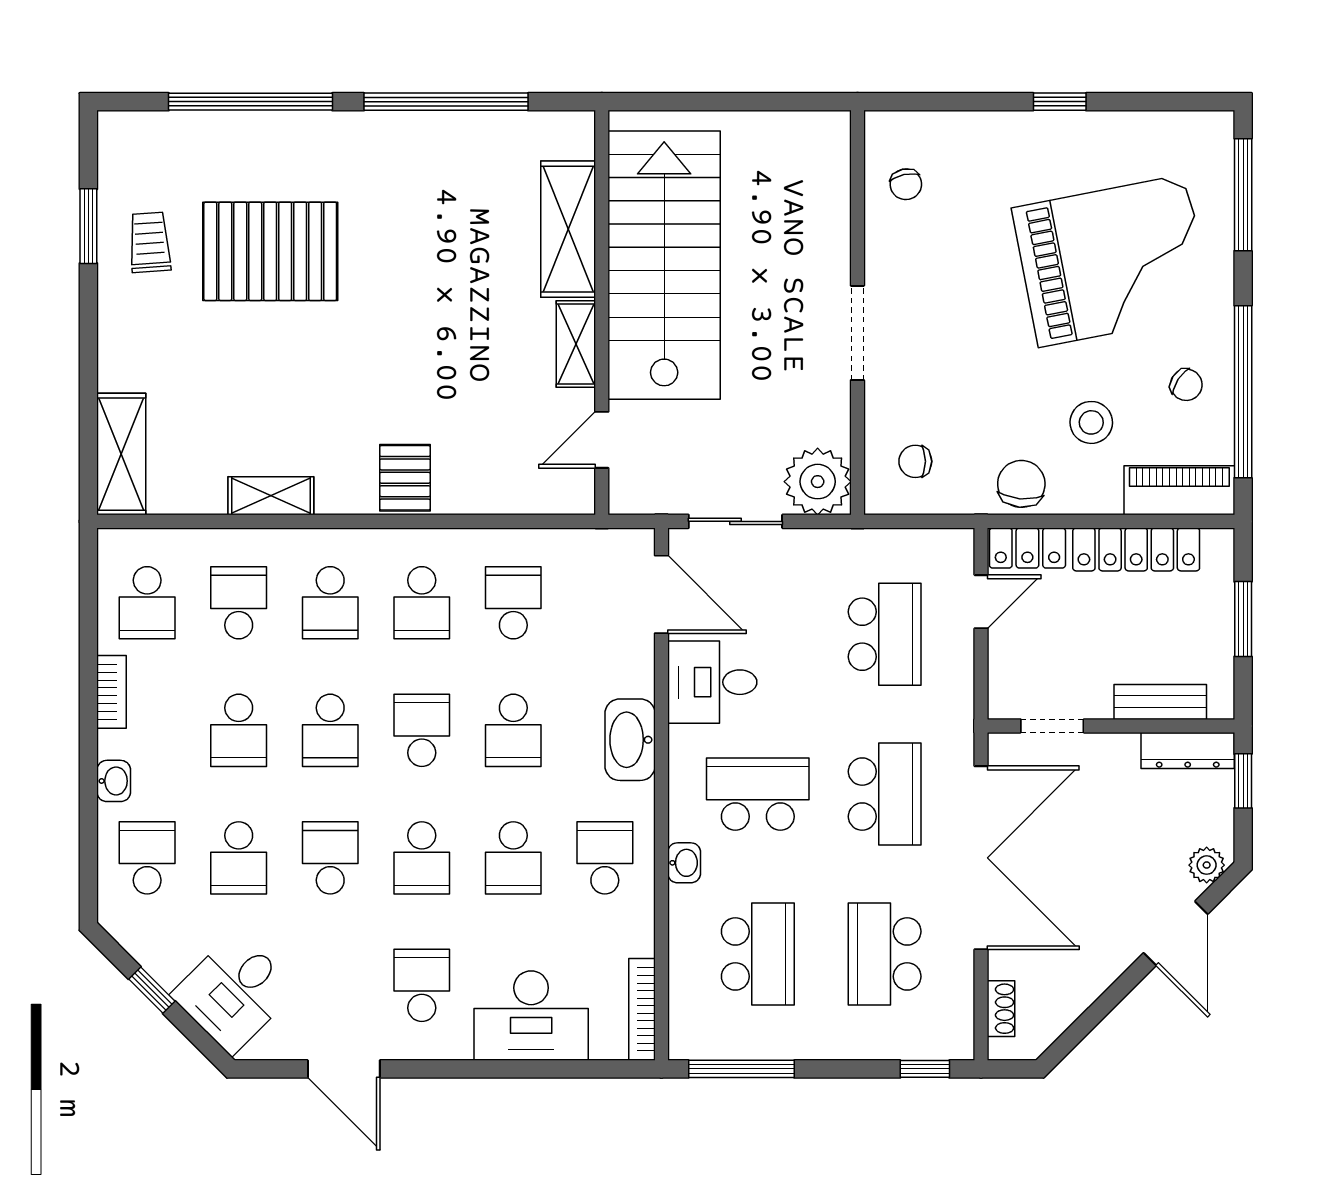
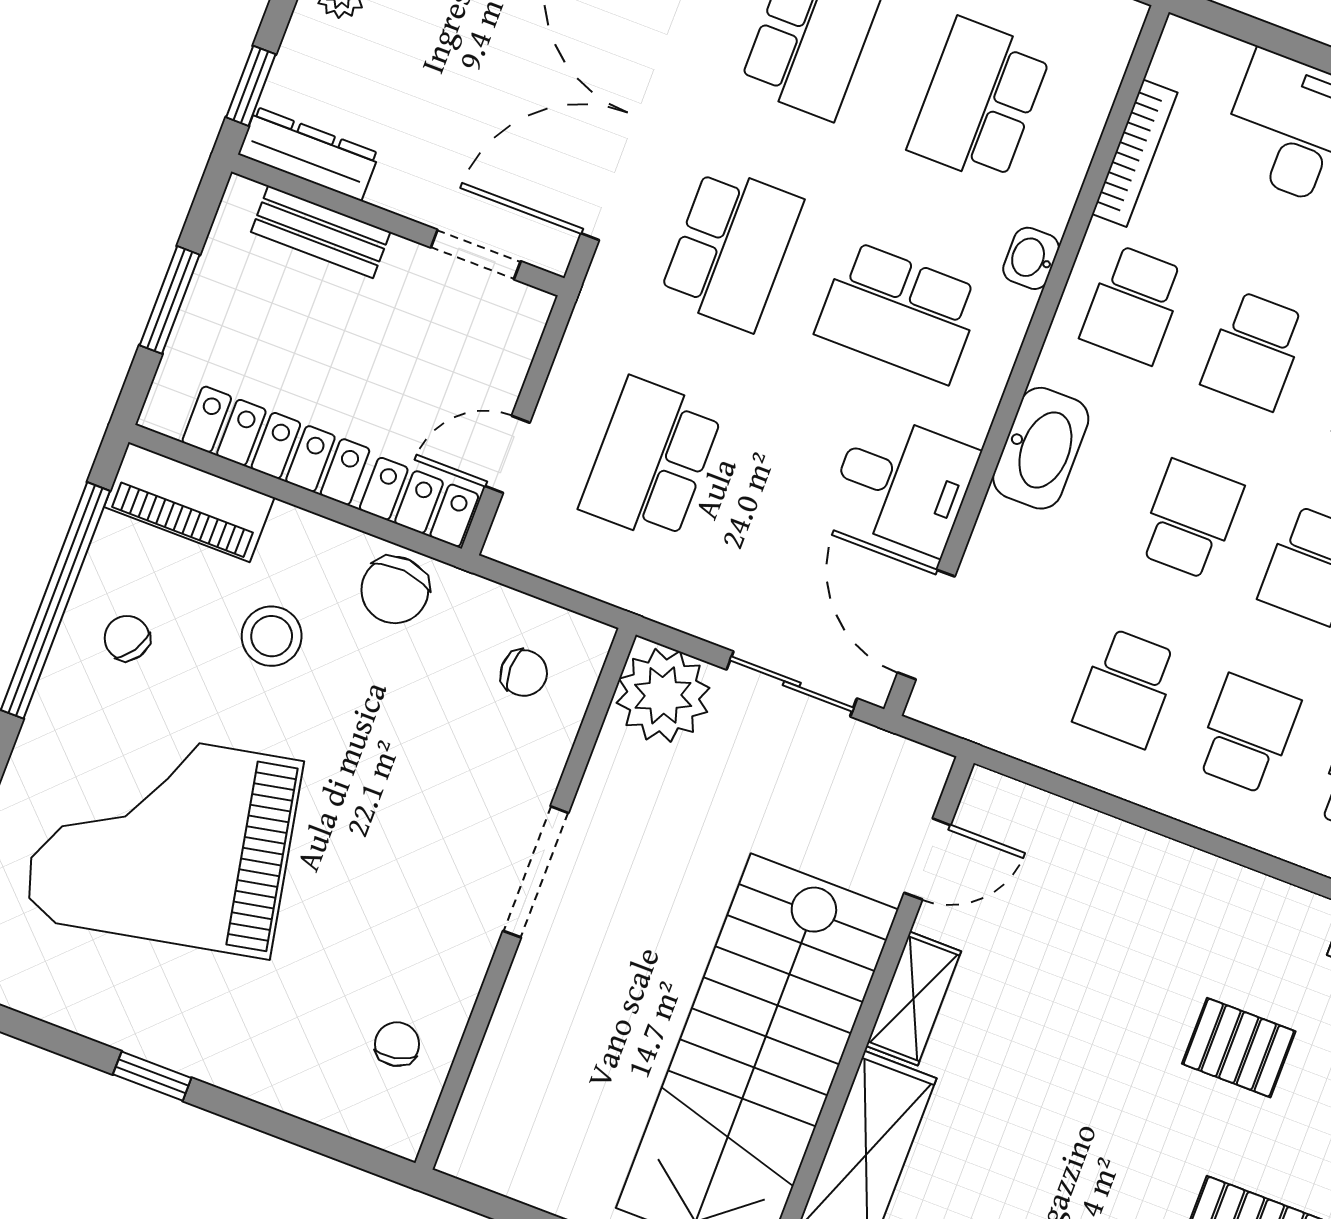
pallet: (405, 478) -> (1239, 1048), moved, turned 90
school desk: (885, 794) -> (731, 248), turned 180
school desk: (513, 858) -> (1254, 351), turned 180
bookcase: (642, 1009) -> (1135, 153), moved

